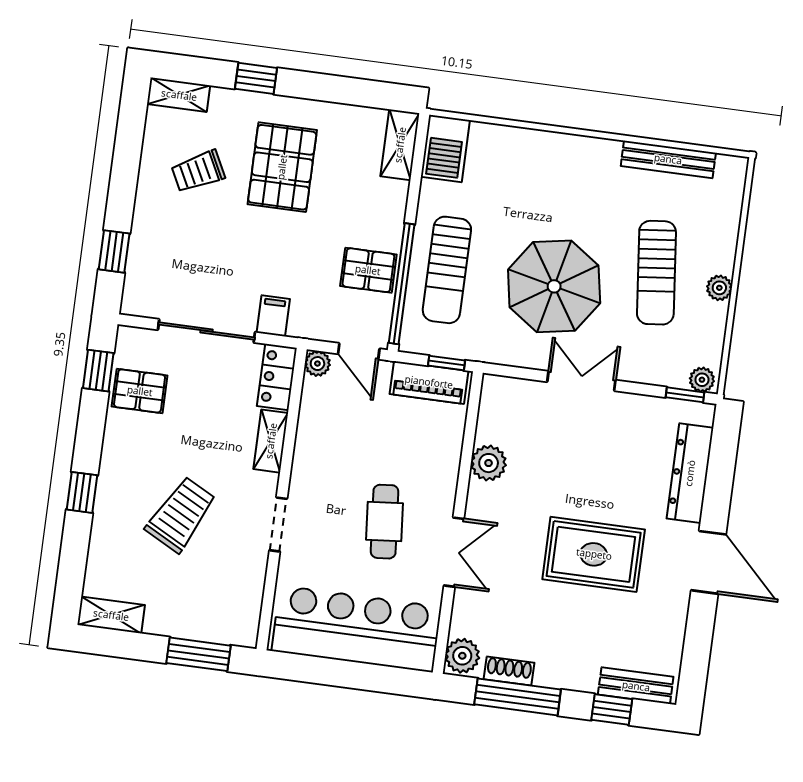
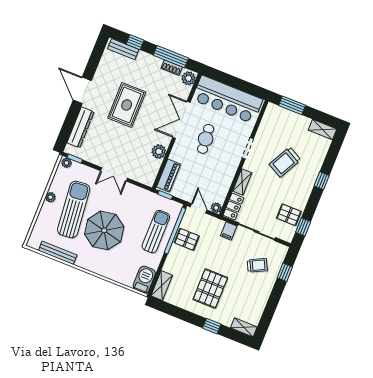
trolley: (198, 171) -> (257, 265), moved
sun lounger: (656, 273) -> (74, 210), width x1.36, depth x1.34
parasol: (554, 286) -> (104, 230), moved
piano: (429, 382) -> (168, 176), moved, turned 90
double door: (454, 552) -> (181, 120), width x1.37
rug: (594, 554) -> (127, 105), turned 90

